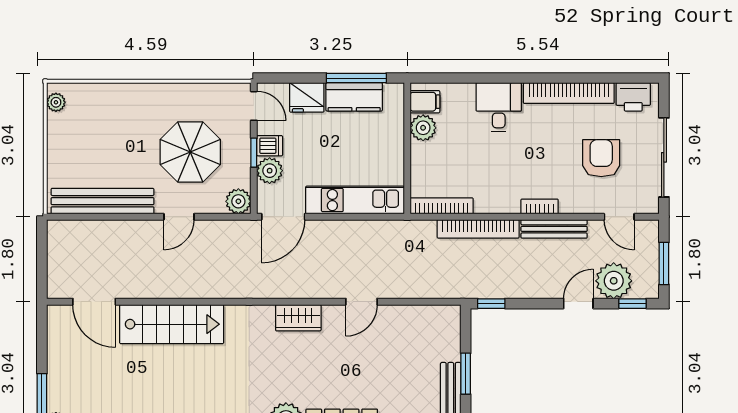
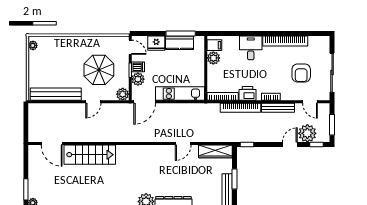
printer: (633, 97) -> (247, 93), moved, turned 180
armchair: (601, 158) -> (301, 73), turned 180
wardrobe: (298, 318) -> (215, 151), moved, width x1.50

